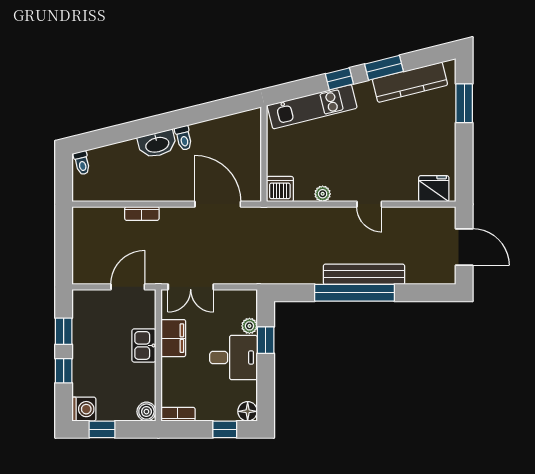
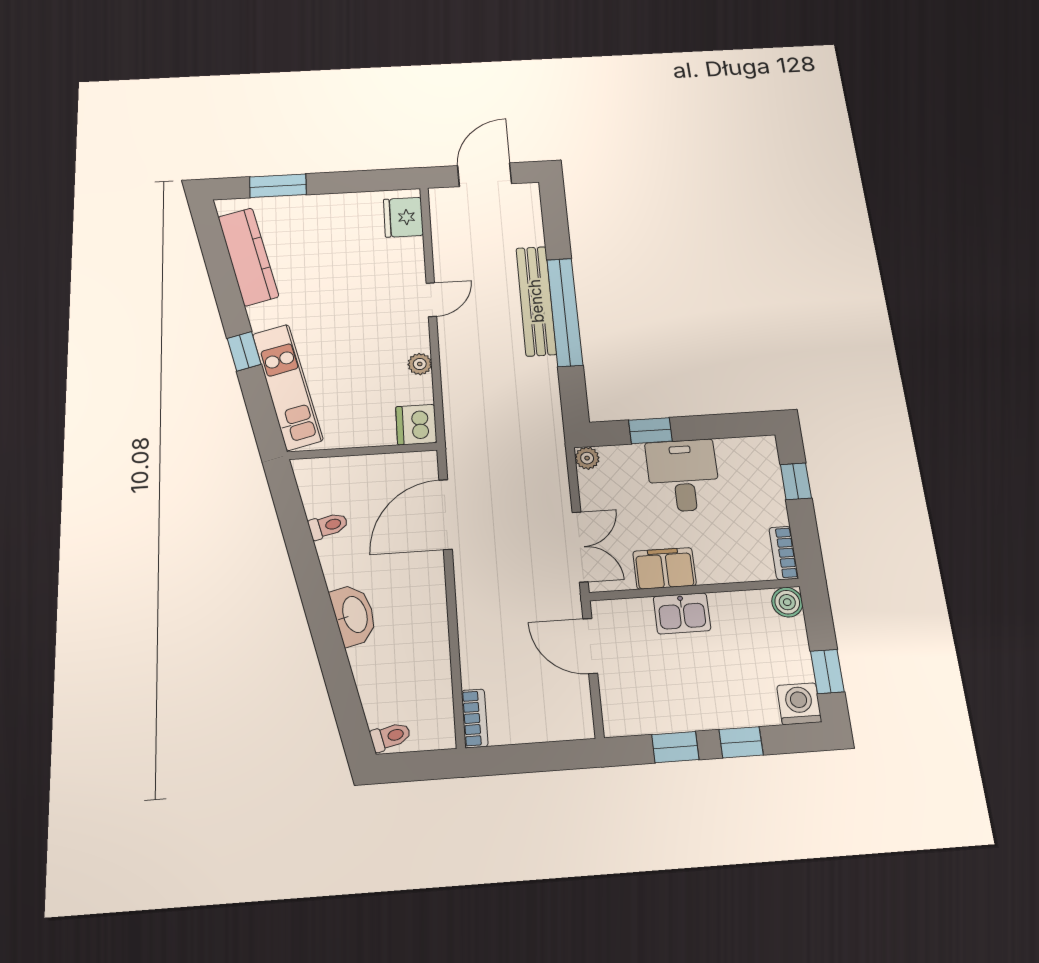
window: (384, 68) -> (227, 292), removed
toilet: (184, 138) -> (328, 526), moved
bookcase: (142, 214) -> (475, 718), moved
plant: (249, 326) -> (587, 458), moved
floor lamp: (248, 411) -> (763, 450), removed

